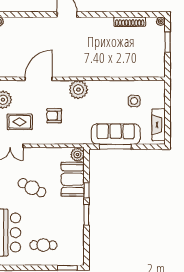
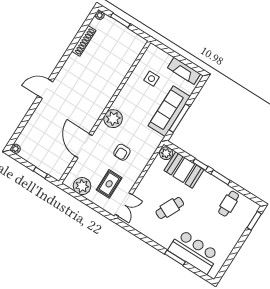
cafe table: (43, 245) -> (229, 204), moved

